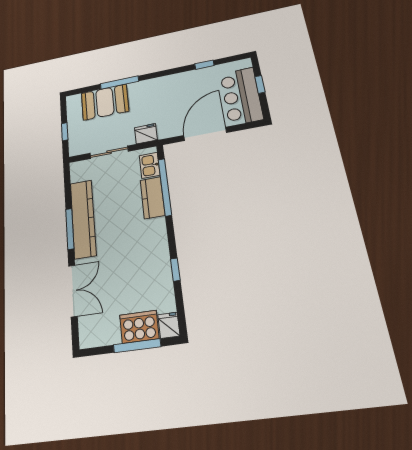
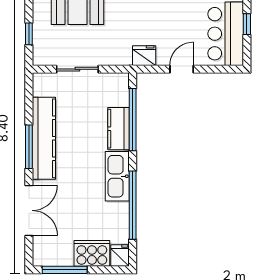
fridge: (146, 134) -> (144, 56), moved
door: (205, 134) -> (182, 69), width x0.53
kitchen sink: (150, 165) -> (117, 176), moved, width x1.88, depth x1.24
window: (175, 270) -> (133, 205), width x3.17
window: (137, 346) -> (65, 270), moved

